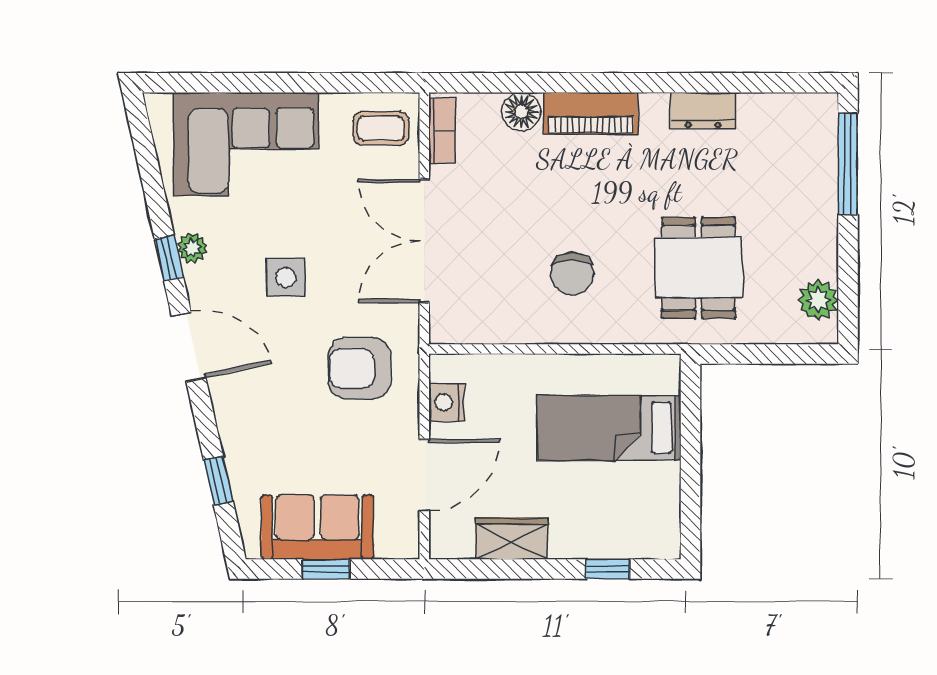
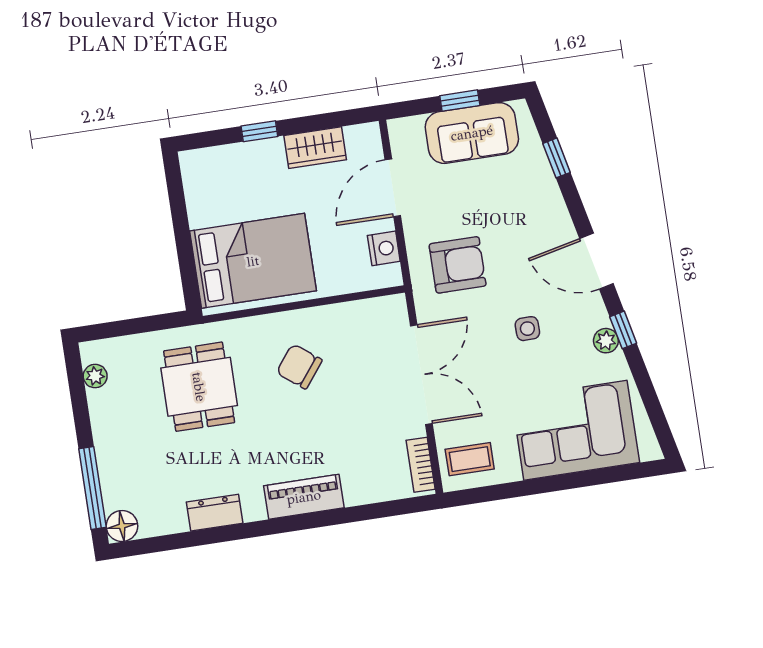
floor lamp: (521, 112) -> (122, 526), moved
chair: (572, 274) -> (299, 366), turned -52
side table: (286, 277) -> (527, 329), width x0.73, depth x0.73
plant: (818, 300) -> (95, 376), width x0.73, depth x0.73
bed: (609, 428) -> (253, 261), width x1.50
window: (608, 569) -> (259, 131), moved

